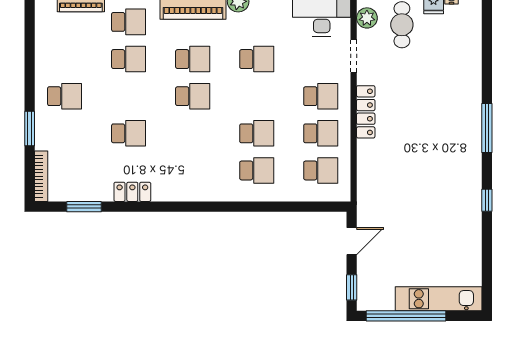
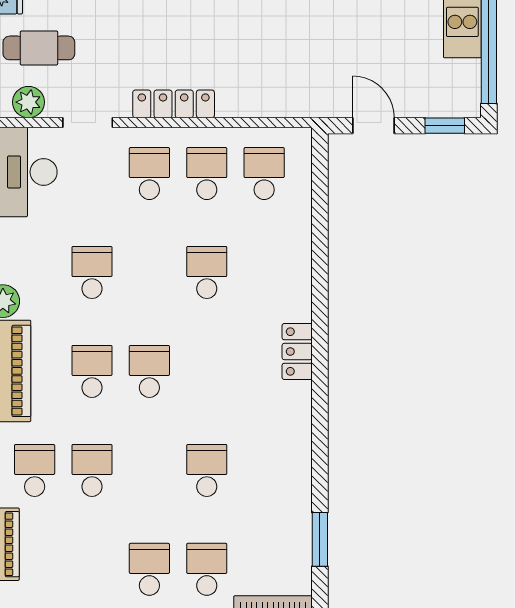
school desk: (257, 170) -> (207, 569), moved
locker: (132, 192) -> (297, 351), moved

